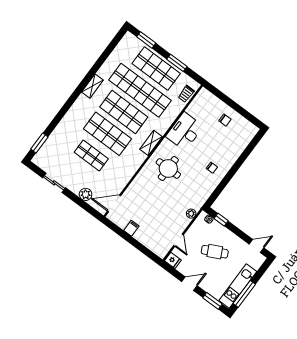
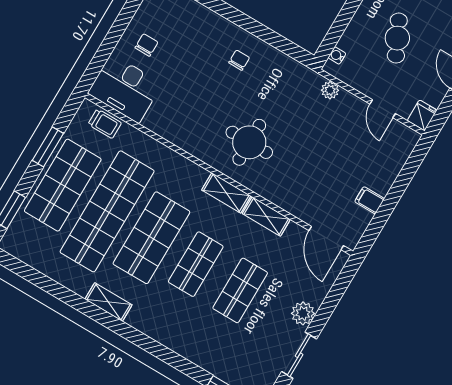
desk: (185, 131) -> (125, 89), moved
shop shelf: (108, 134) -> (196, 264), width x0.70, depth x0.74
shelving: (151, 143) -> (226, 193), moved
shelving: (129, 173) -> (266, 216), added
plant: (86, 194) -> (303, 313), moved
window: (221, 220) -> (335, 32), removed
door: (179, 240) -> (383, 109), swing flipped

